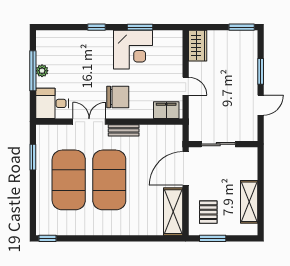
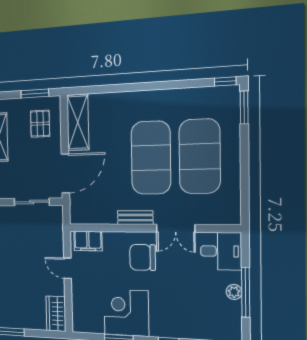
window: (33, 157) -> (244, 107), moved

